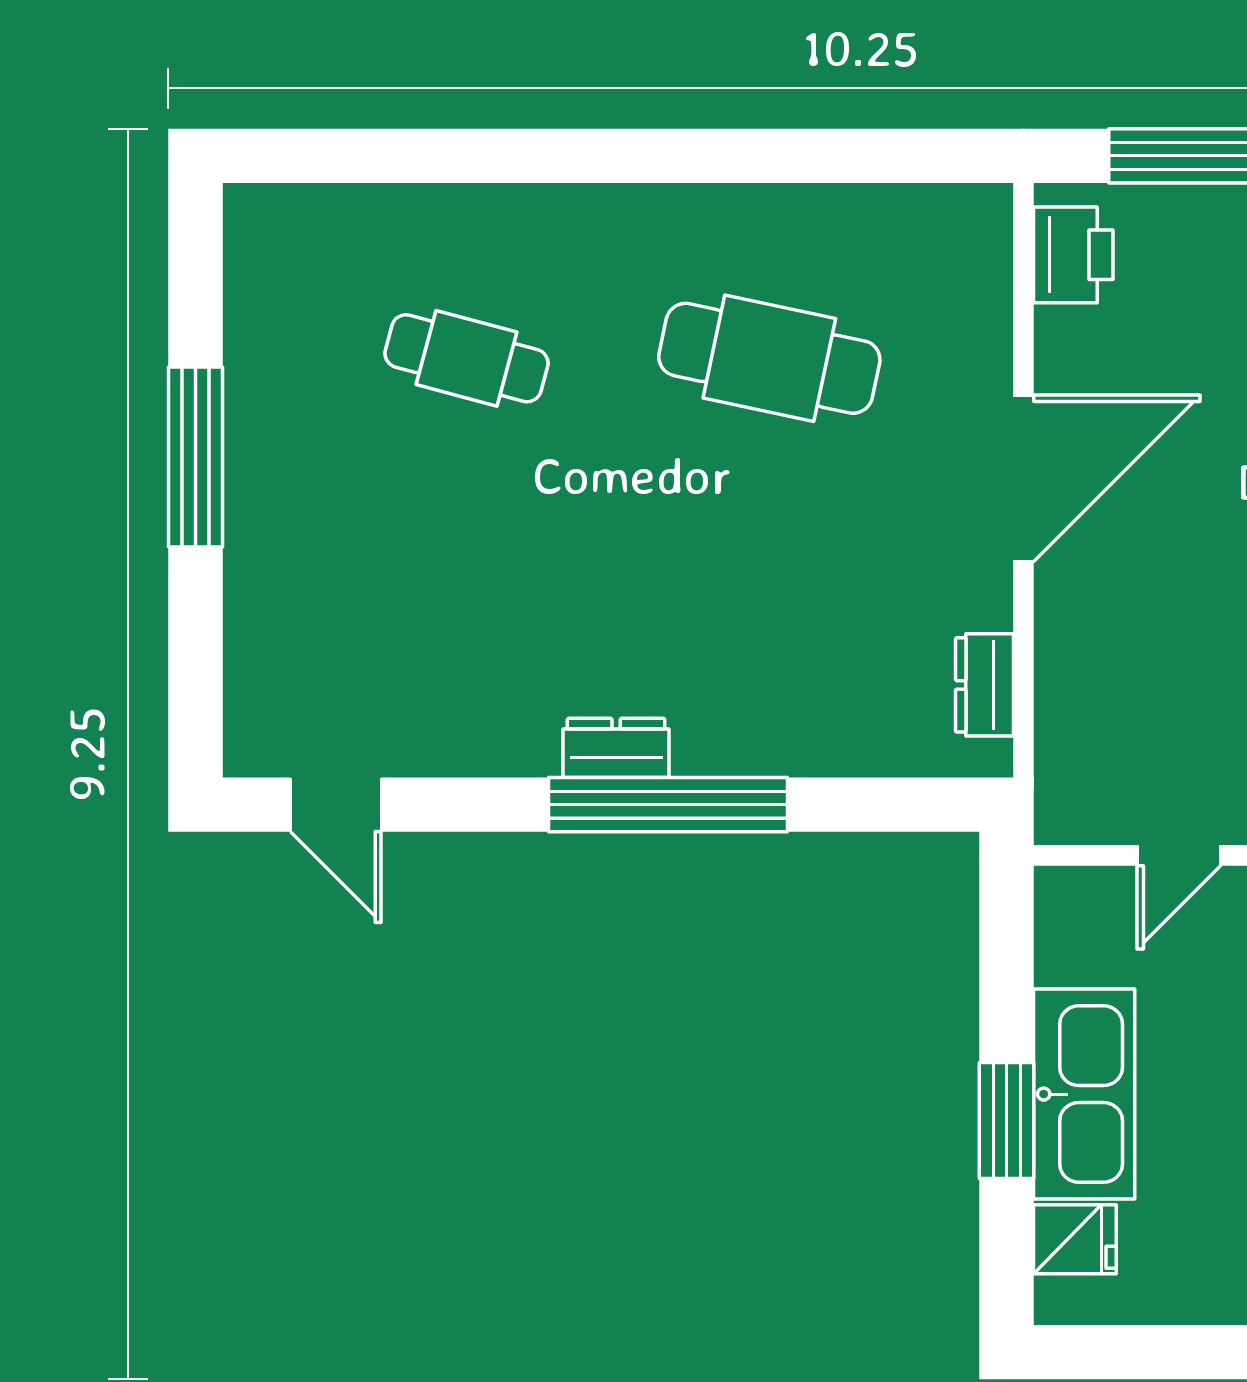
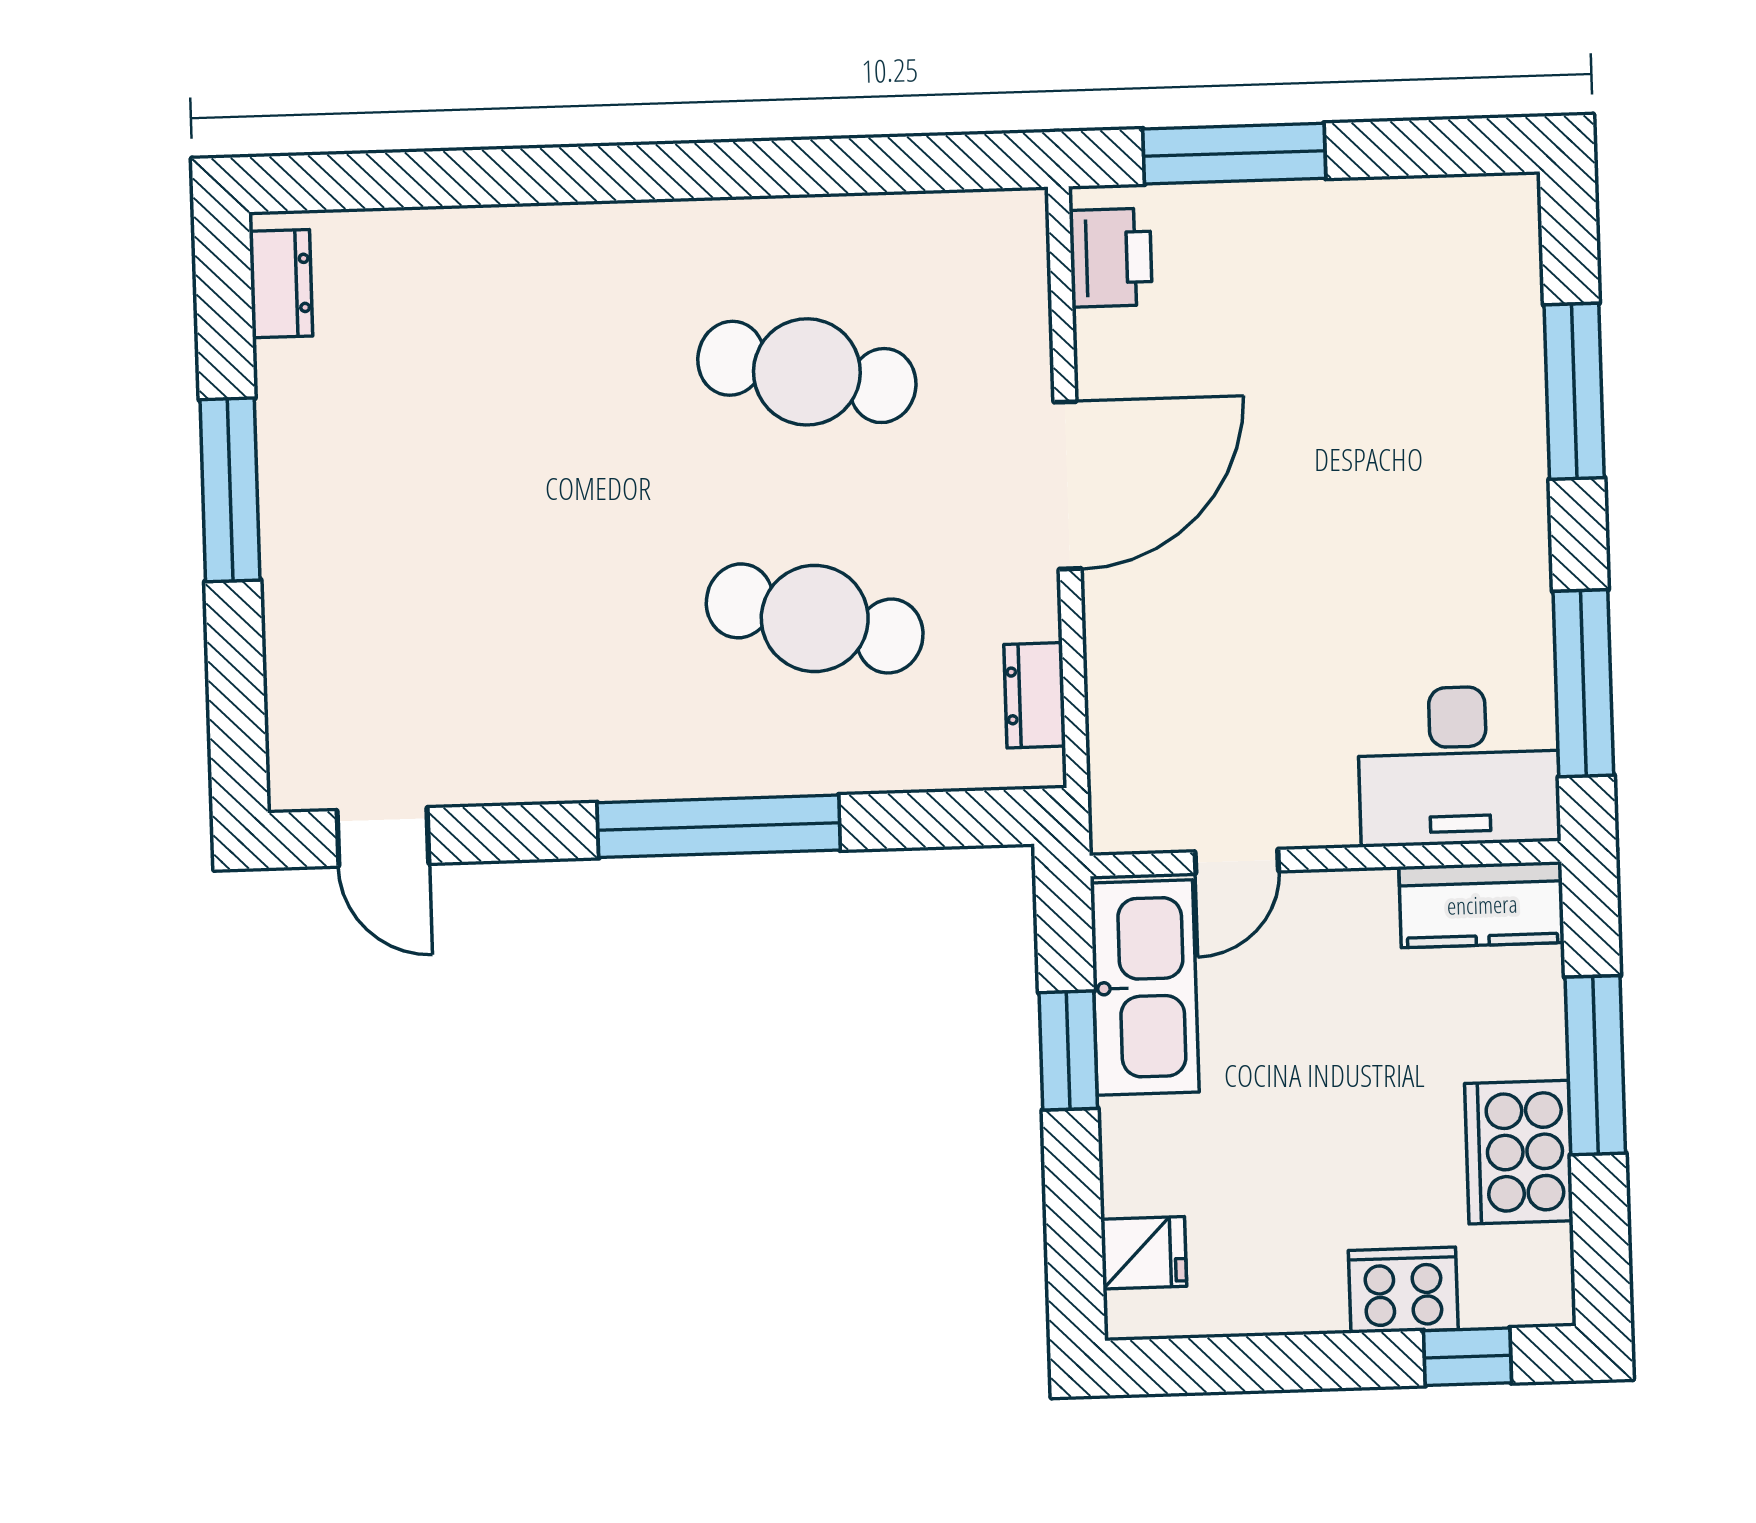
cafe table: (466, 358) -> (815, 618), moved, width x1.37, depth x1.35
dresser: (616, 748) -> (281, 284), moved, turned 90
kitchen sink: (1084, 1094) -> (1145, 987), moved
window: (1007, 1120) -> (1068, 1050), moved

